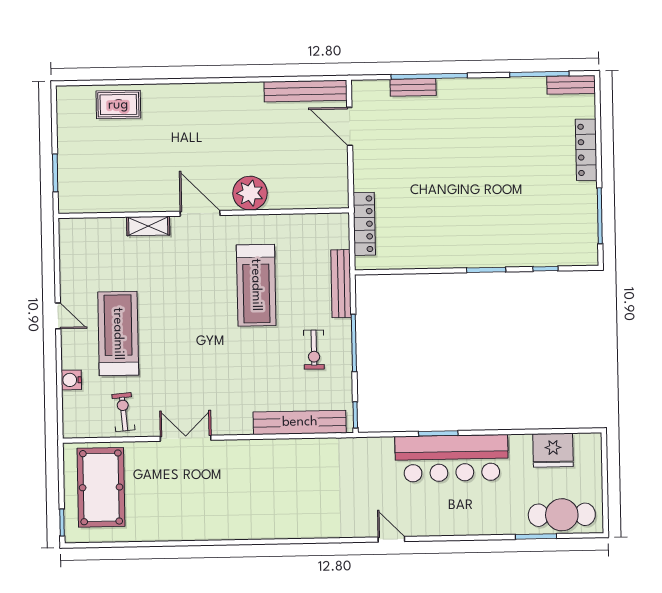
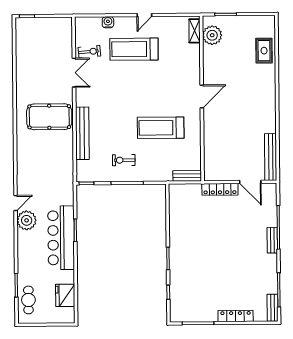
bench: (413, 87) -> (272, 240), moved
door: (350, 126) -> (250, 182), swing flipped
plant: (250, 193) -> (212, 35), moved
locker: (364, 224) -> (220, 189), moved
shelving: (148, 226) -> (195, 31), moved
bench: (341, 284) -> (187, 176), moved, width x0.73
treadmill: (118, 334) -> (134, 49), turned 180
bench: (300, 422) -> (82, 133), moved
double door: (186, 438) -> (74, 73), moved
pool table: (101, 487) -> (49, 117), moved
cafe table: (562, 515) -> (28, 300), width x0.73, depth x0.74
plant: (422, 520) -> (27, 220), added

